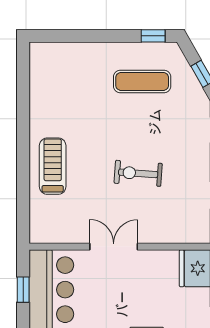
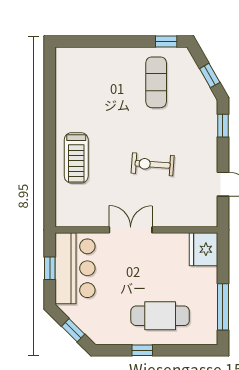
exercise mat: (142, 81) -> (156, 82), turned 90
treadmill: (53, 166) -> (76, 158), turned 180

